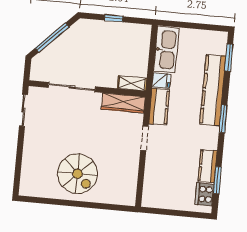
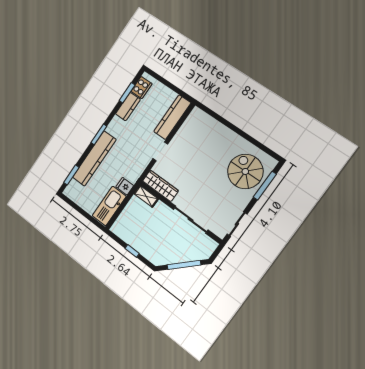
kitchen counter: (159, 107) -> (172, 117), moved, width x1.50
window: (18, 164) -> (265, 186), added
spiral stairs: (77, 174) -> (245, 171), moved

